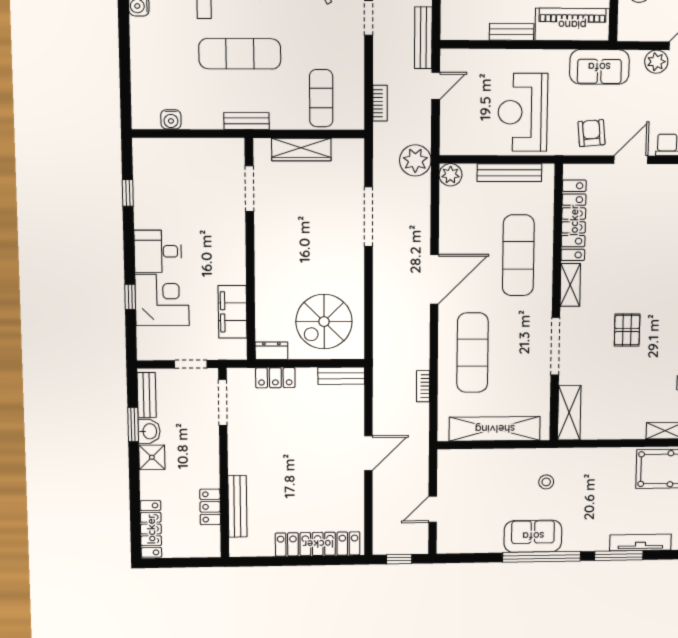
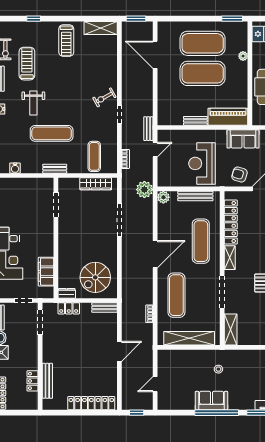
bench: (423, 38) -> (148, 129), width x0.73
armchair: (591, 133) -> (239, 174), turned -68
wardrobe: (301, 150) -> (96, 184), moved

